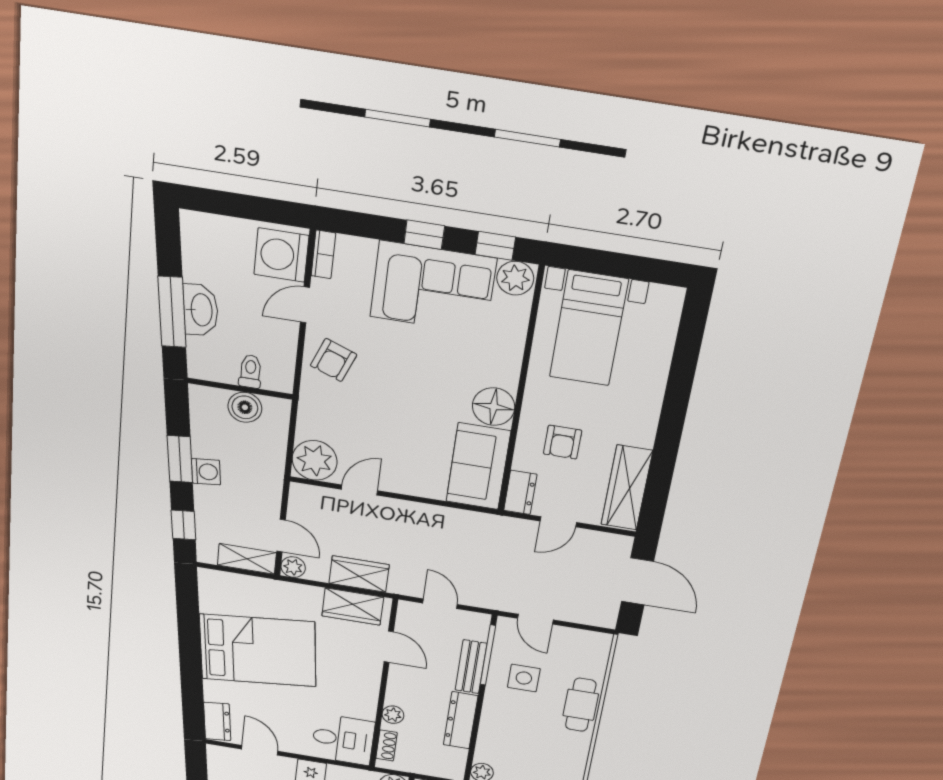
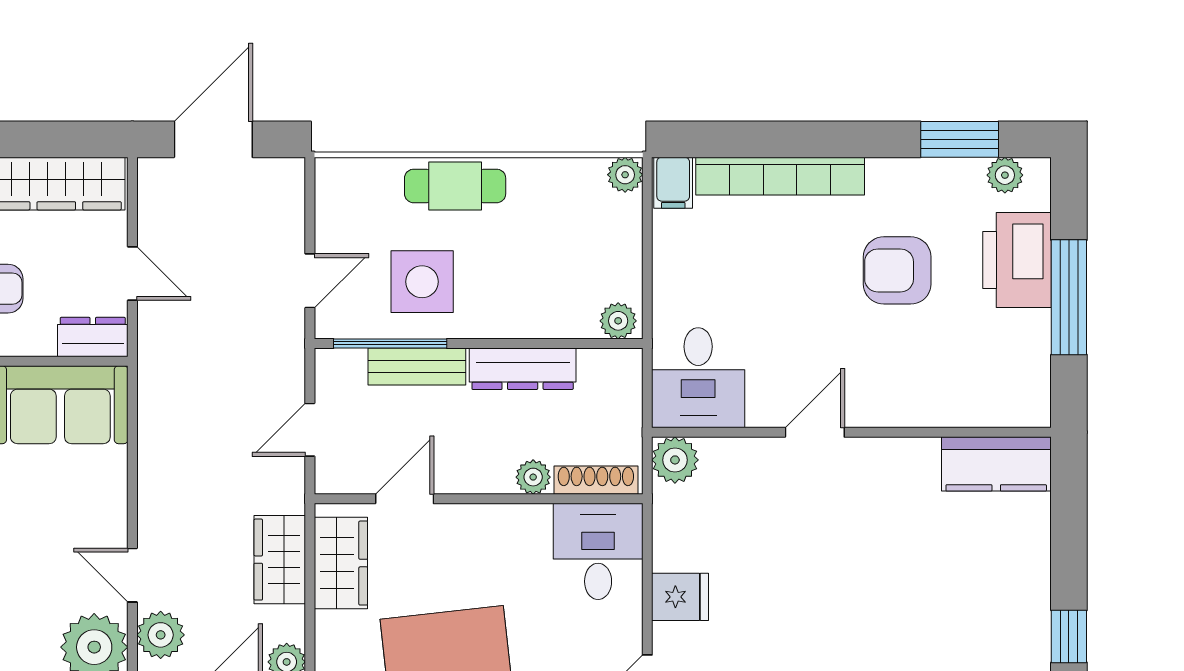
plant: (318, 500) -> (161, 635), added
side table: (524, 678) -> (422, 282), width x1.37, depth x1.37
shoe rack: (387, 745) -> (596, 480), width x1.43

